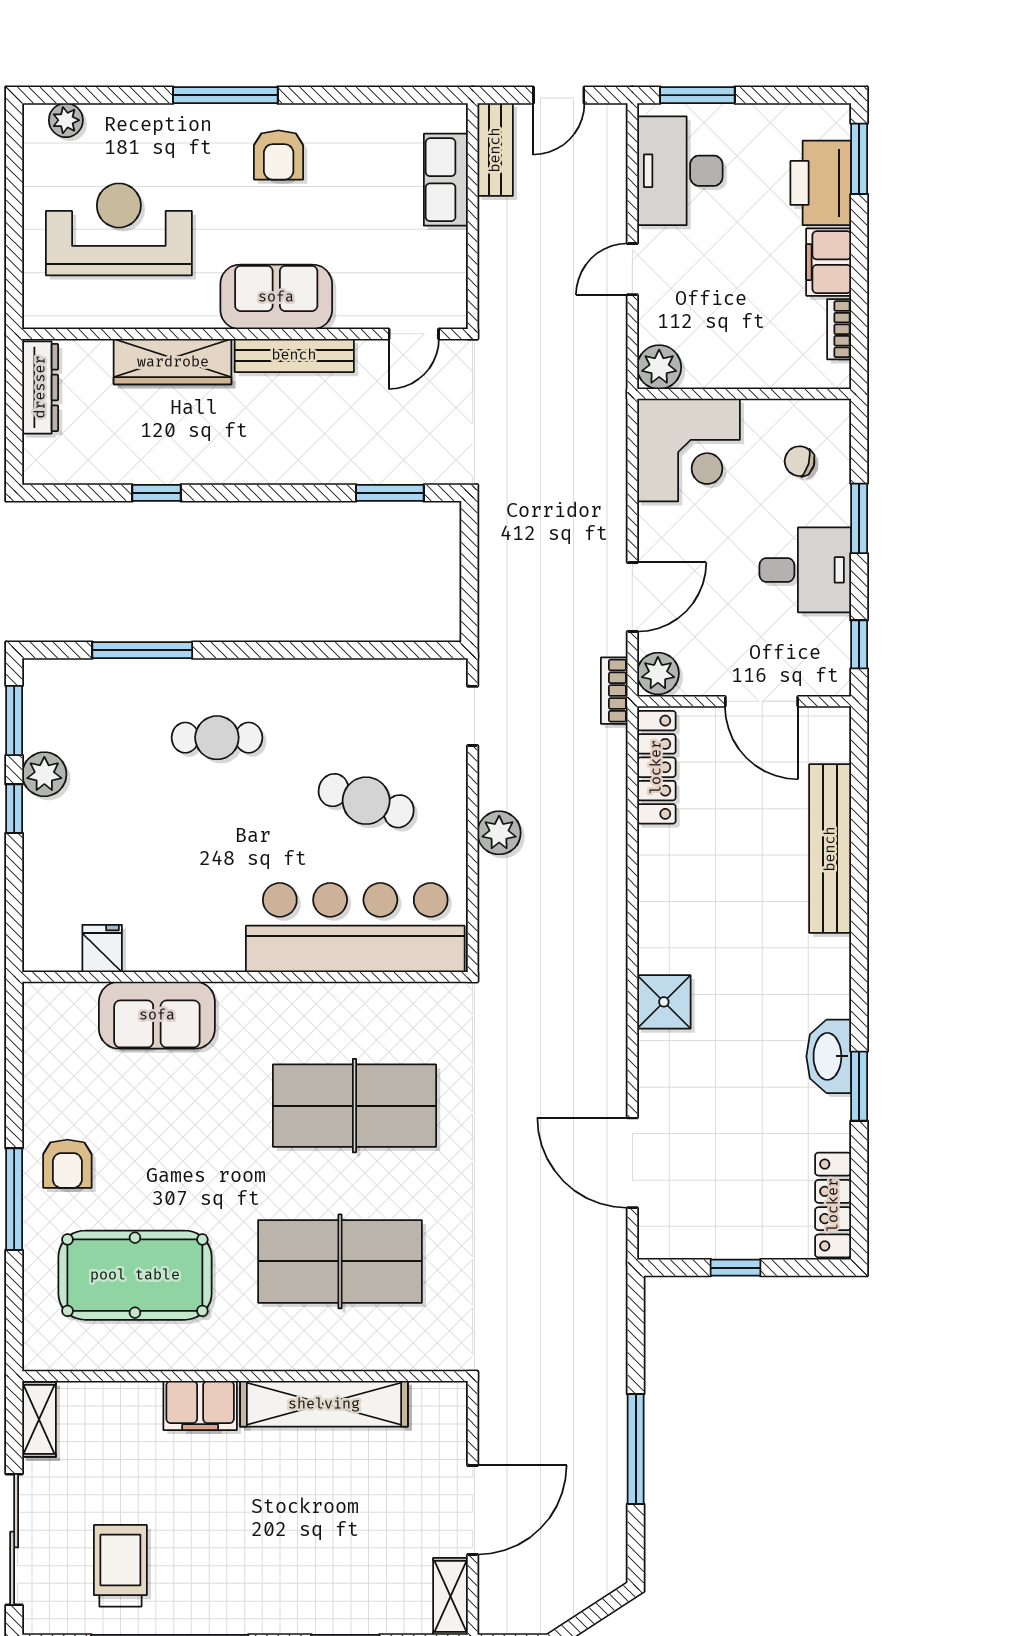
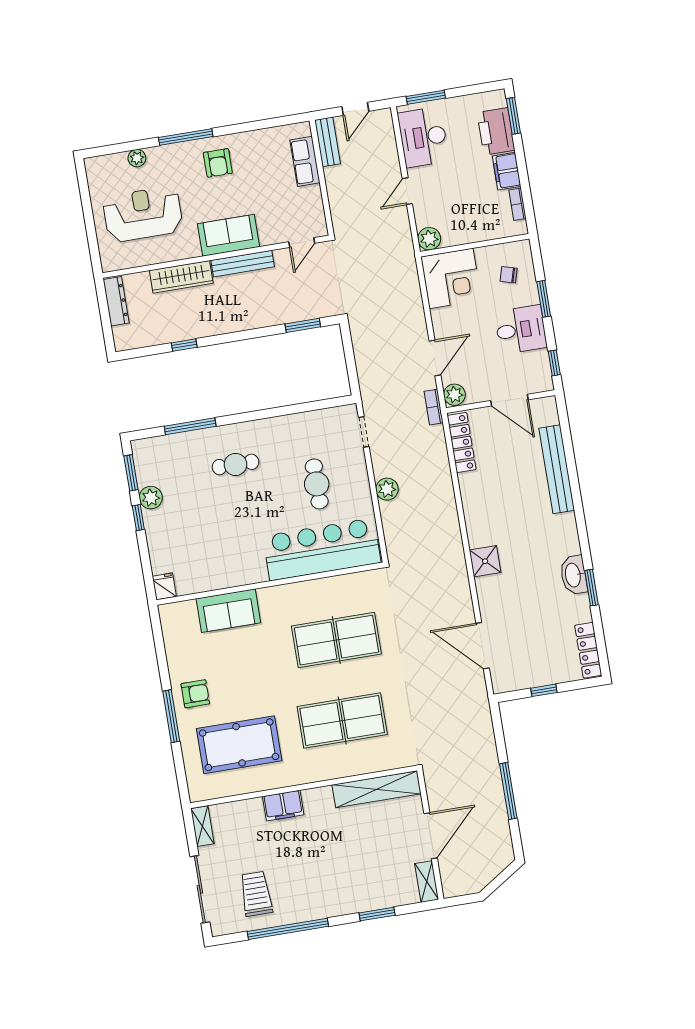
plant: (66, 120) -> (137, 158), moved
cafe table: (366, 801) -> (317, 484), turned 72
fridge: (102, 948) -> (164, 586), moved
armchair: (67, 1164) -> (195, 694), turned -90
shelving: (324, 1404) -> (377, 789), moved

